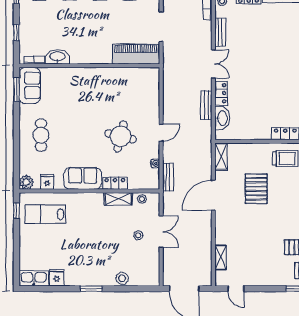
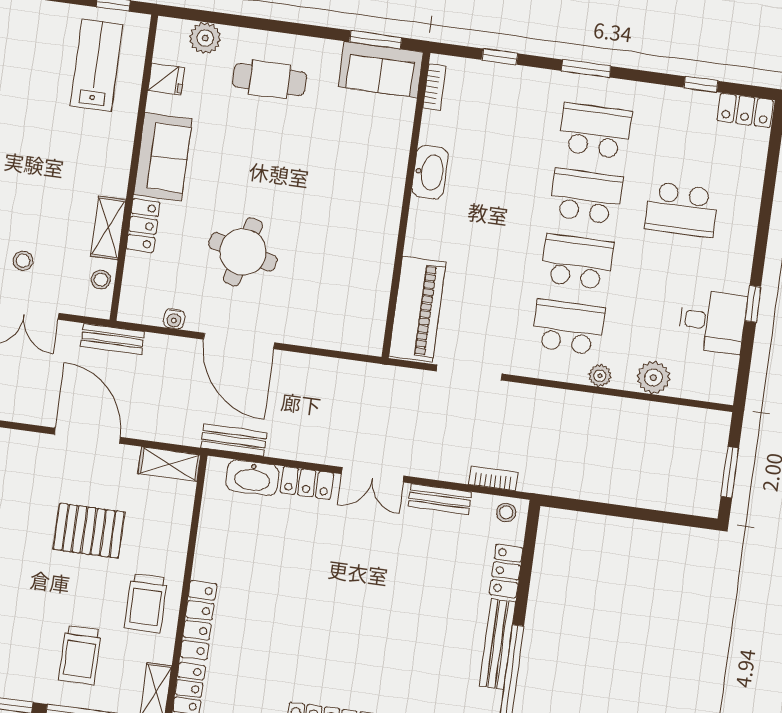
washbasin: (57, 57) -> (430, 172), moved
bench: (206, 105) -> (234, 440), moved
door: (161, 133) -> (239, 341), width x1.87
bench: (168, 177) -> (112, 339), moved
plant: (26, 182) -> (205, 38), moved

